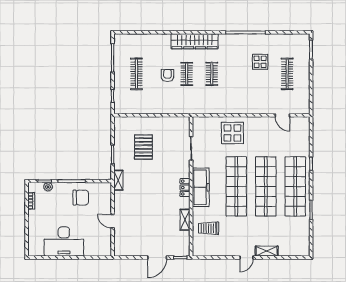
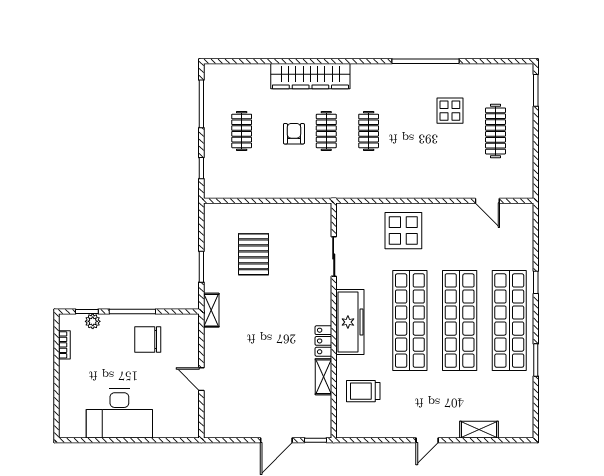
wardrobe: (195, 41) -> (310, 76), moved
clothes rail: (136, 74) -> (242, 131), width x0.73
locker: (185, 188) -> (323, 341), moved
chair: (81, 198) -> (148, 339), turned 180
shelving: (267, 251) -> (479, 430), moved

